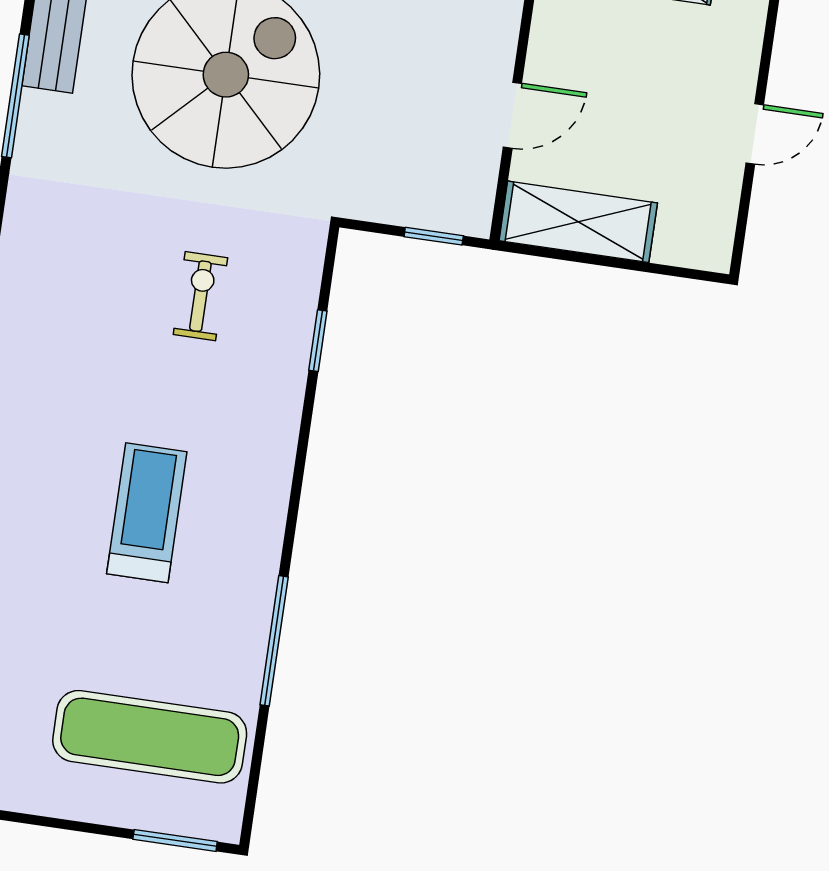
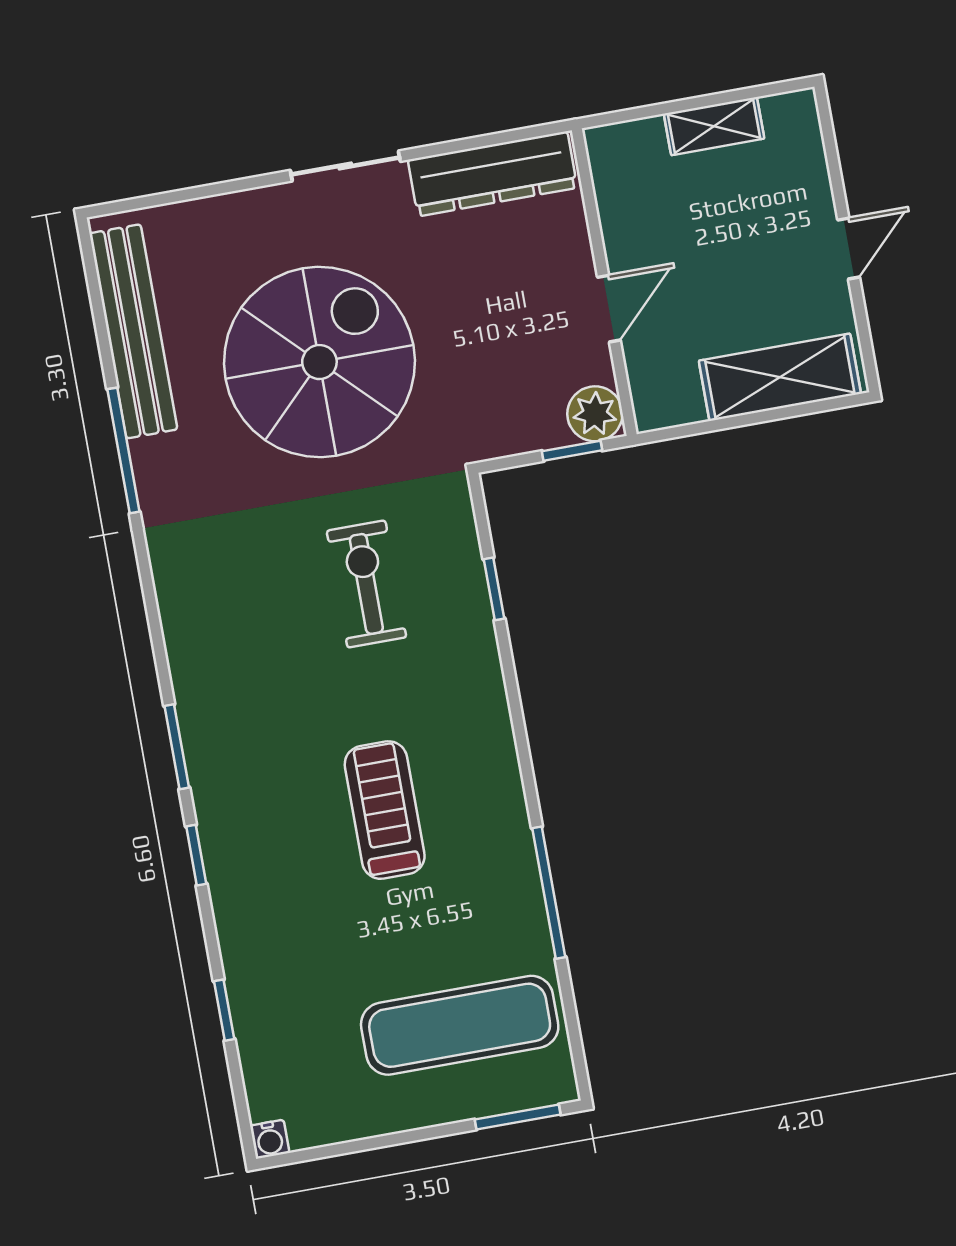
plant: (467, 209) -> (595, 414), added
shelving: (578, 222) -> (780, 377), moved
exercise bike: (200, 296) -> (366, 584), width x1.38, depth x1.39

